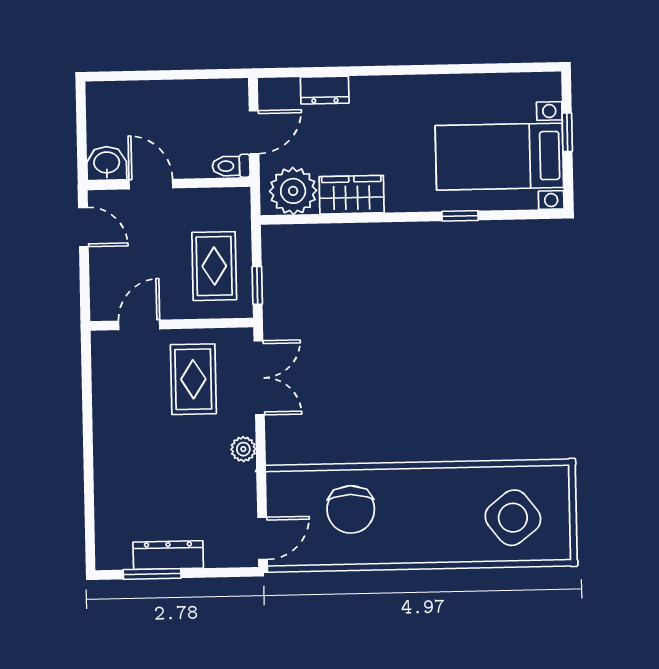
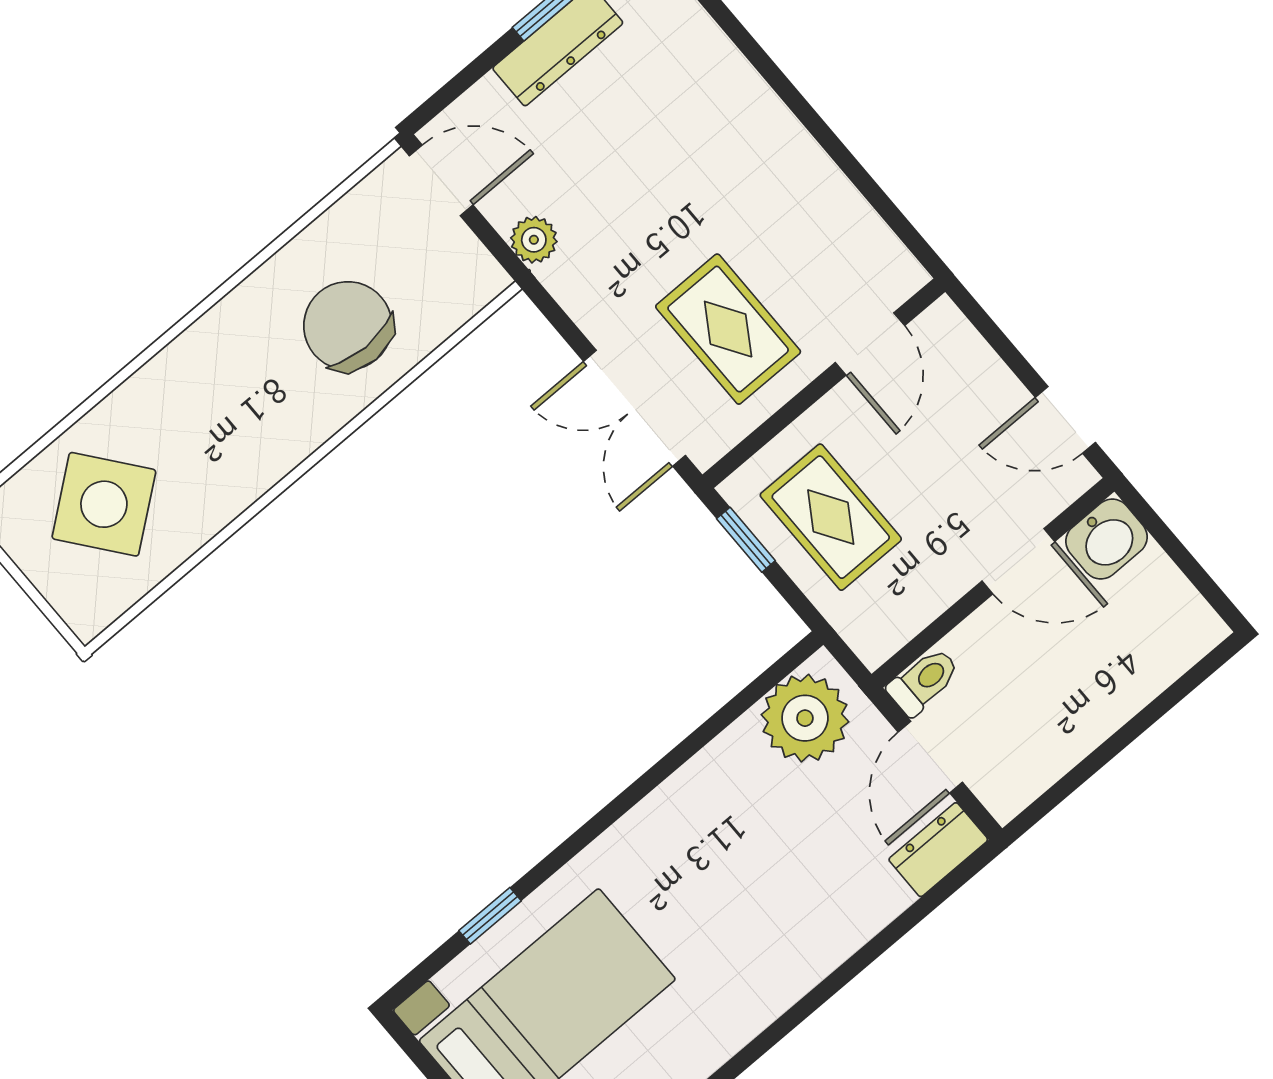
dresser: (325, 90) -> (938, 850), moved
wardrobe: (352, 195) -> (716, 781), removed
window: (460, 216) -> (490, 916), moved
plant: (243, 449) -> (534, 240), moved
door: (263, 538) -> (441, 180), swing flipped

